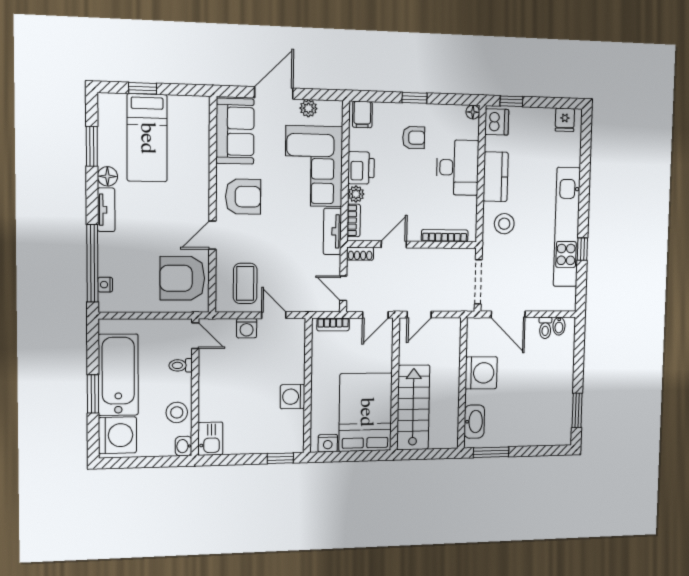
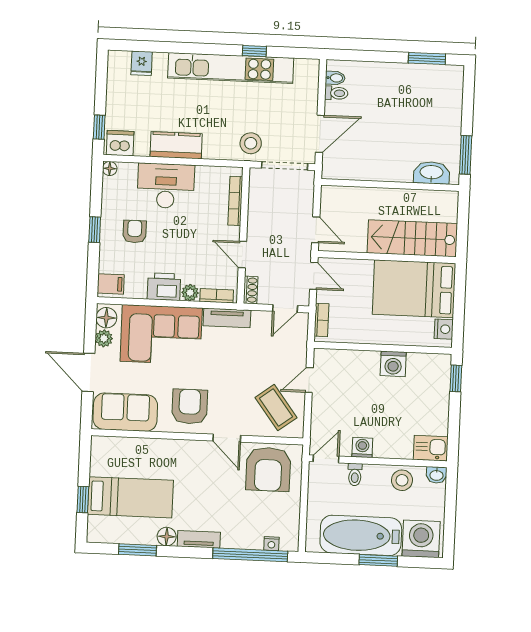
floor lamp: (329, 111) -> (106, 318), added
fridge: (565, 120) -> (142, 63), moved, turned 90
stool: (504, 224) -> (251, 143), moved
coffee table: (245, 283) -> (276, 408), turned 53
washing machine: (247, 328) -> (362, 447), moved, turned -90
washing machine: (481, 373) -> (380, 164), removed

